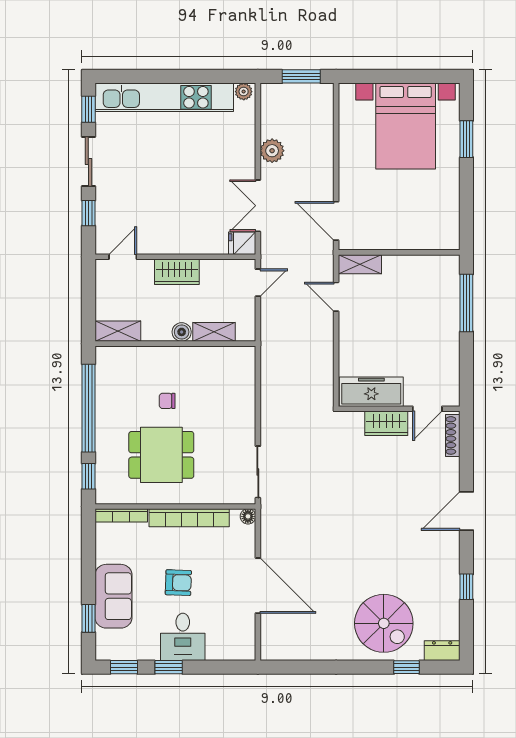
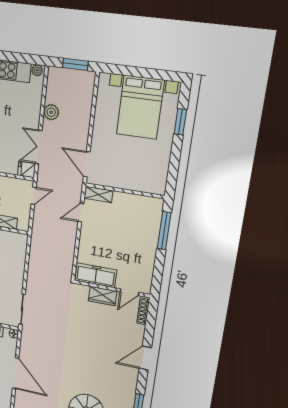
door: (336, 297) -> (81, 213), hinge flipped

